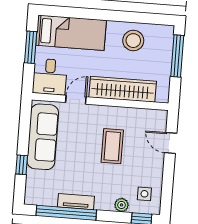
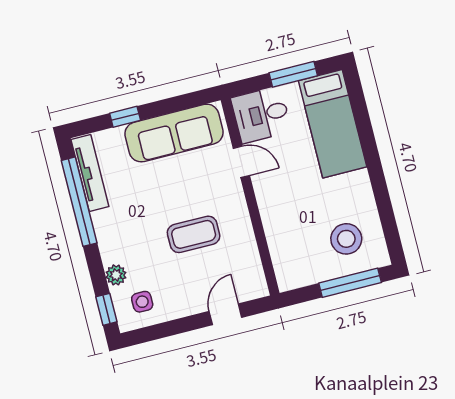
stool: (133, 41) -> (346, 239), moved
wardrobe: (123, 89) -> (278, 222), removed
tv unit: (76, 202) -> (90, 173), moved, width x1.41

